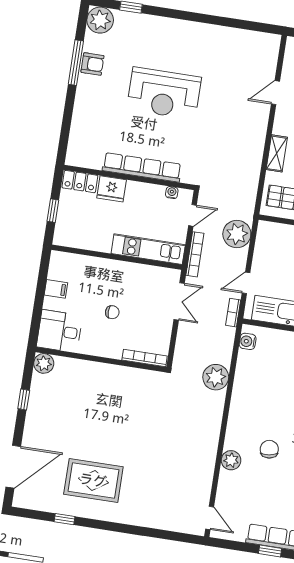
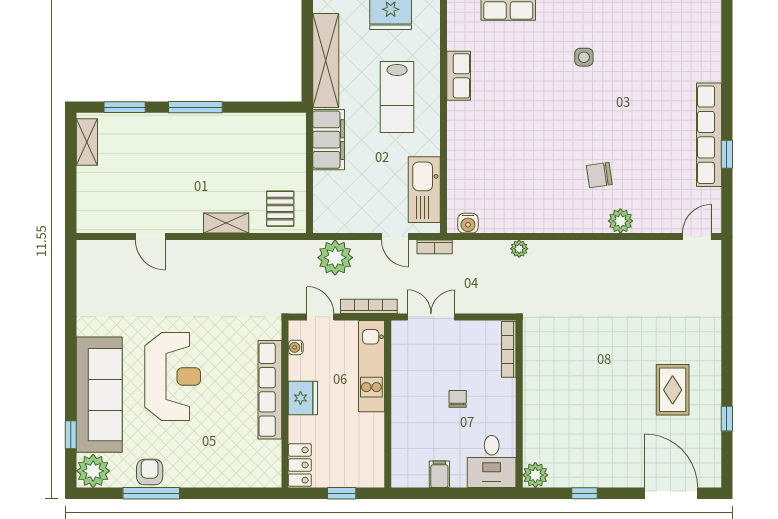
sofa: (159, 34) -> (99, 395), added
fridge: (112, 189) -> (303, 398), moved
plant: (216, 377) -> (519, 249), width x0.53, depth x0.53
rug: (93, 480) -> (673, 390), width x0.73, depth x0.70

